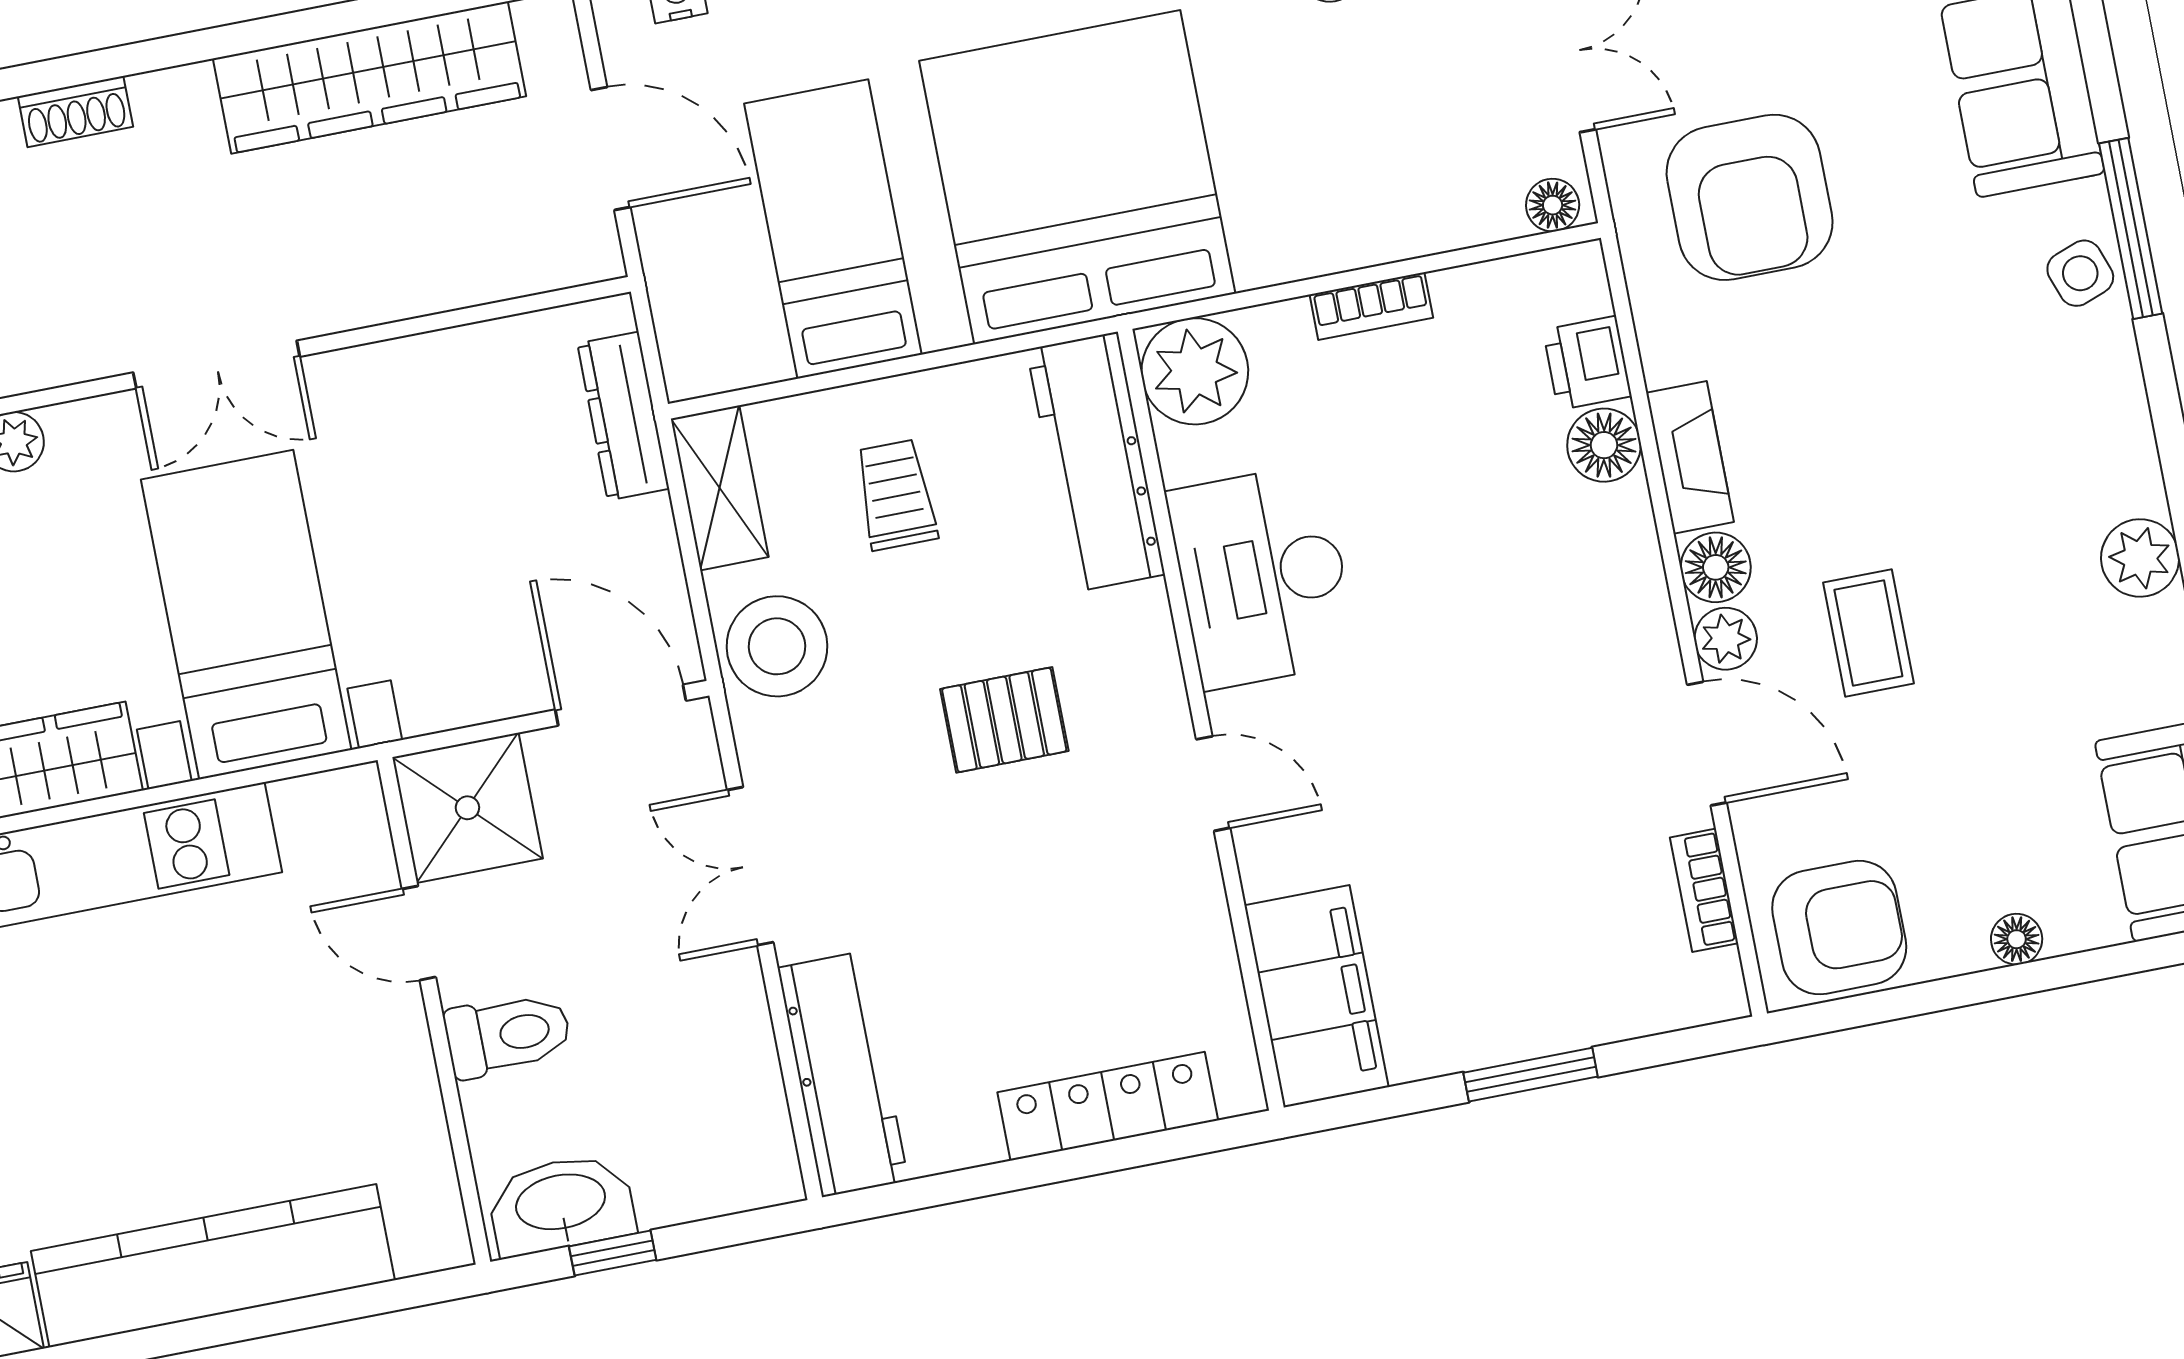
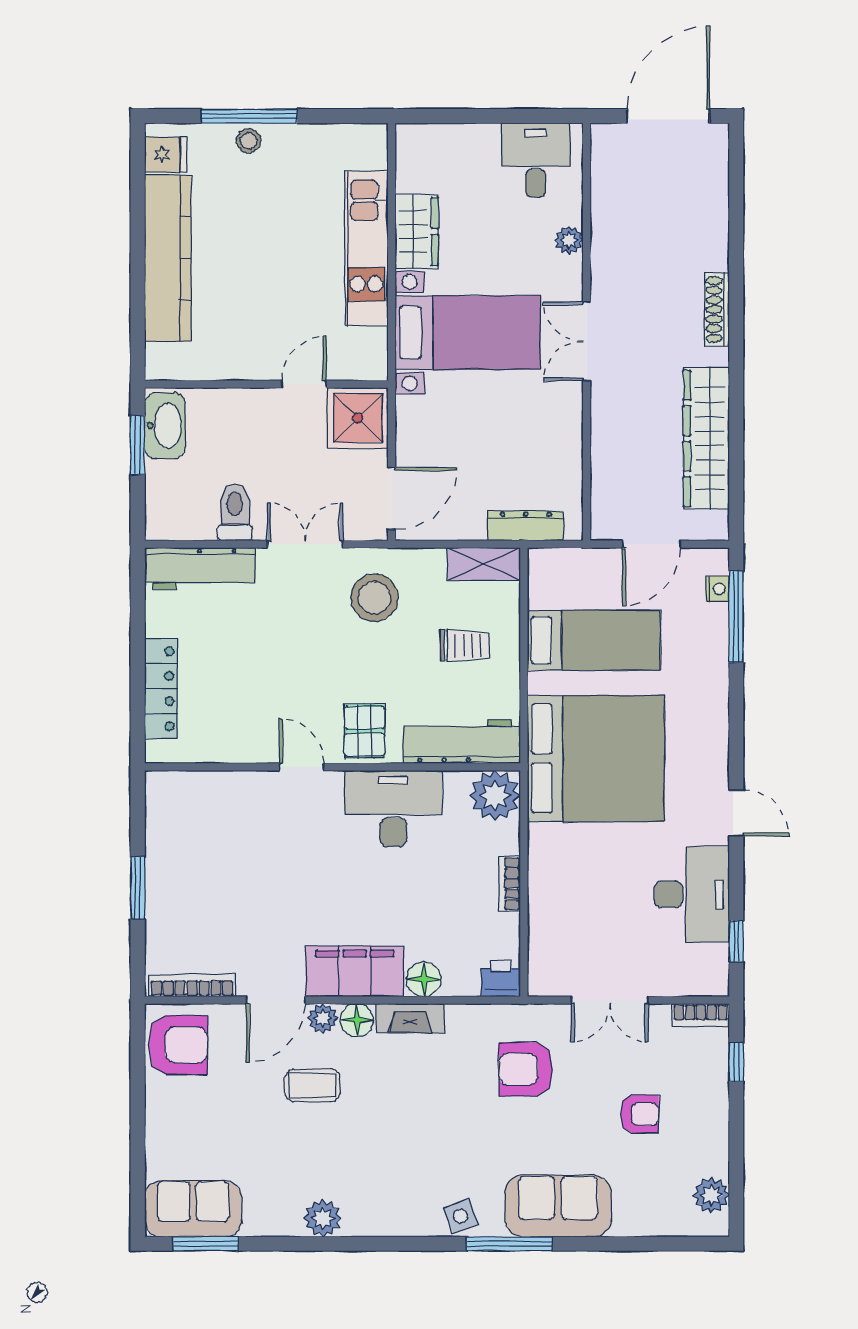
shoe rack: (75, 112) -> (717, 309), width x1.43
armchair: (1750, 197) -> (526, 1069), width x0.73, depth x0.73
floor lamp: (1553, 205) -> (540, 977), removed
window: (2131, 228) -> (509, 1244), moved
printer: (1587, 363) -> (501, 979), moved
stool: (777, 646) -> (374, 598), moved
pallet: (1004, 720) -> (364, 731), moved
door: (1213, 784) -> (302, 767), swing flipped
bookcase: (1704, 890) -> (192, 986), width x1.56
armchair: (1839, 928) -> (178, 1045), turned -90
floor lamp: (2017, 939) -> (157, 1126), removed
filing cabinet: (1316, 996) -> (355, 971), moved, turned 180
toilet: (508, 1035) -> (235, 512), moved, turned 180
window: (613, 1253) -> (138, 445), width x1.50

